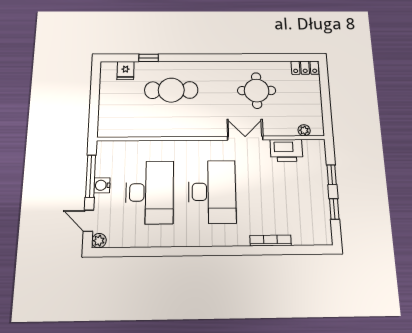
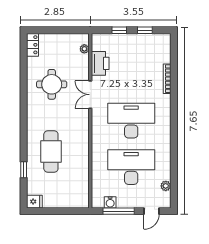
fridge: (126, 71) -> (34, 202), moved
water cooler: (102, 185) -> (110, 202), moved
plant: (99, 241) -> (166, 186), moved

